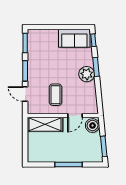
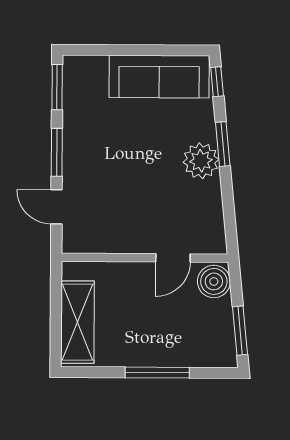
sofa: (74, 38) -> (159, 77), width x1.36
coffee table: (55, 95) -> (128, 209), removed
shelving: (45, 124) -> (77, 322), moved, turned 90

